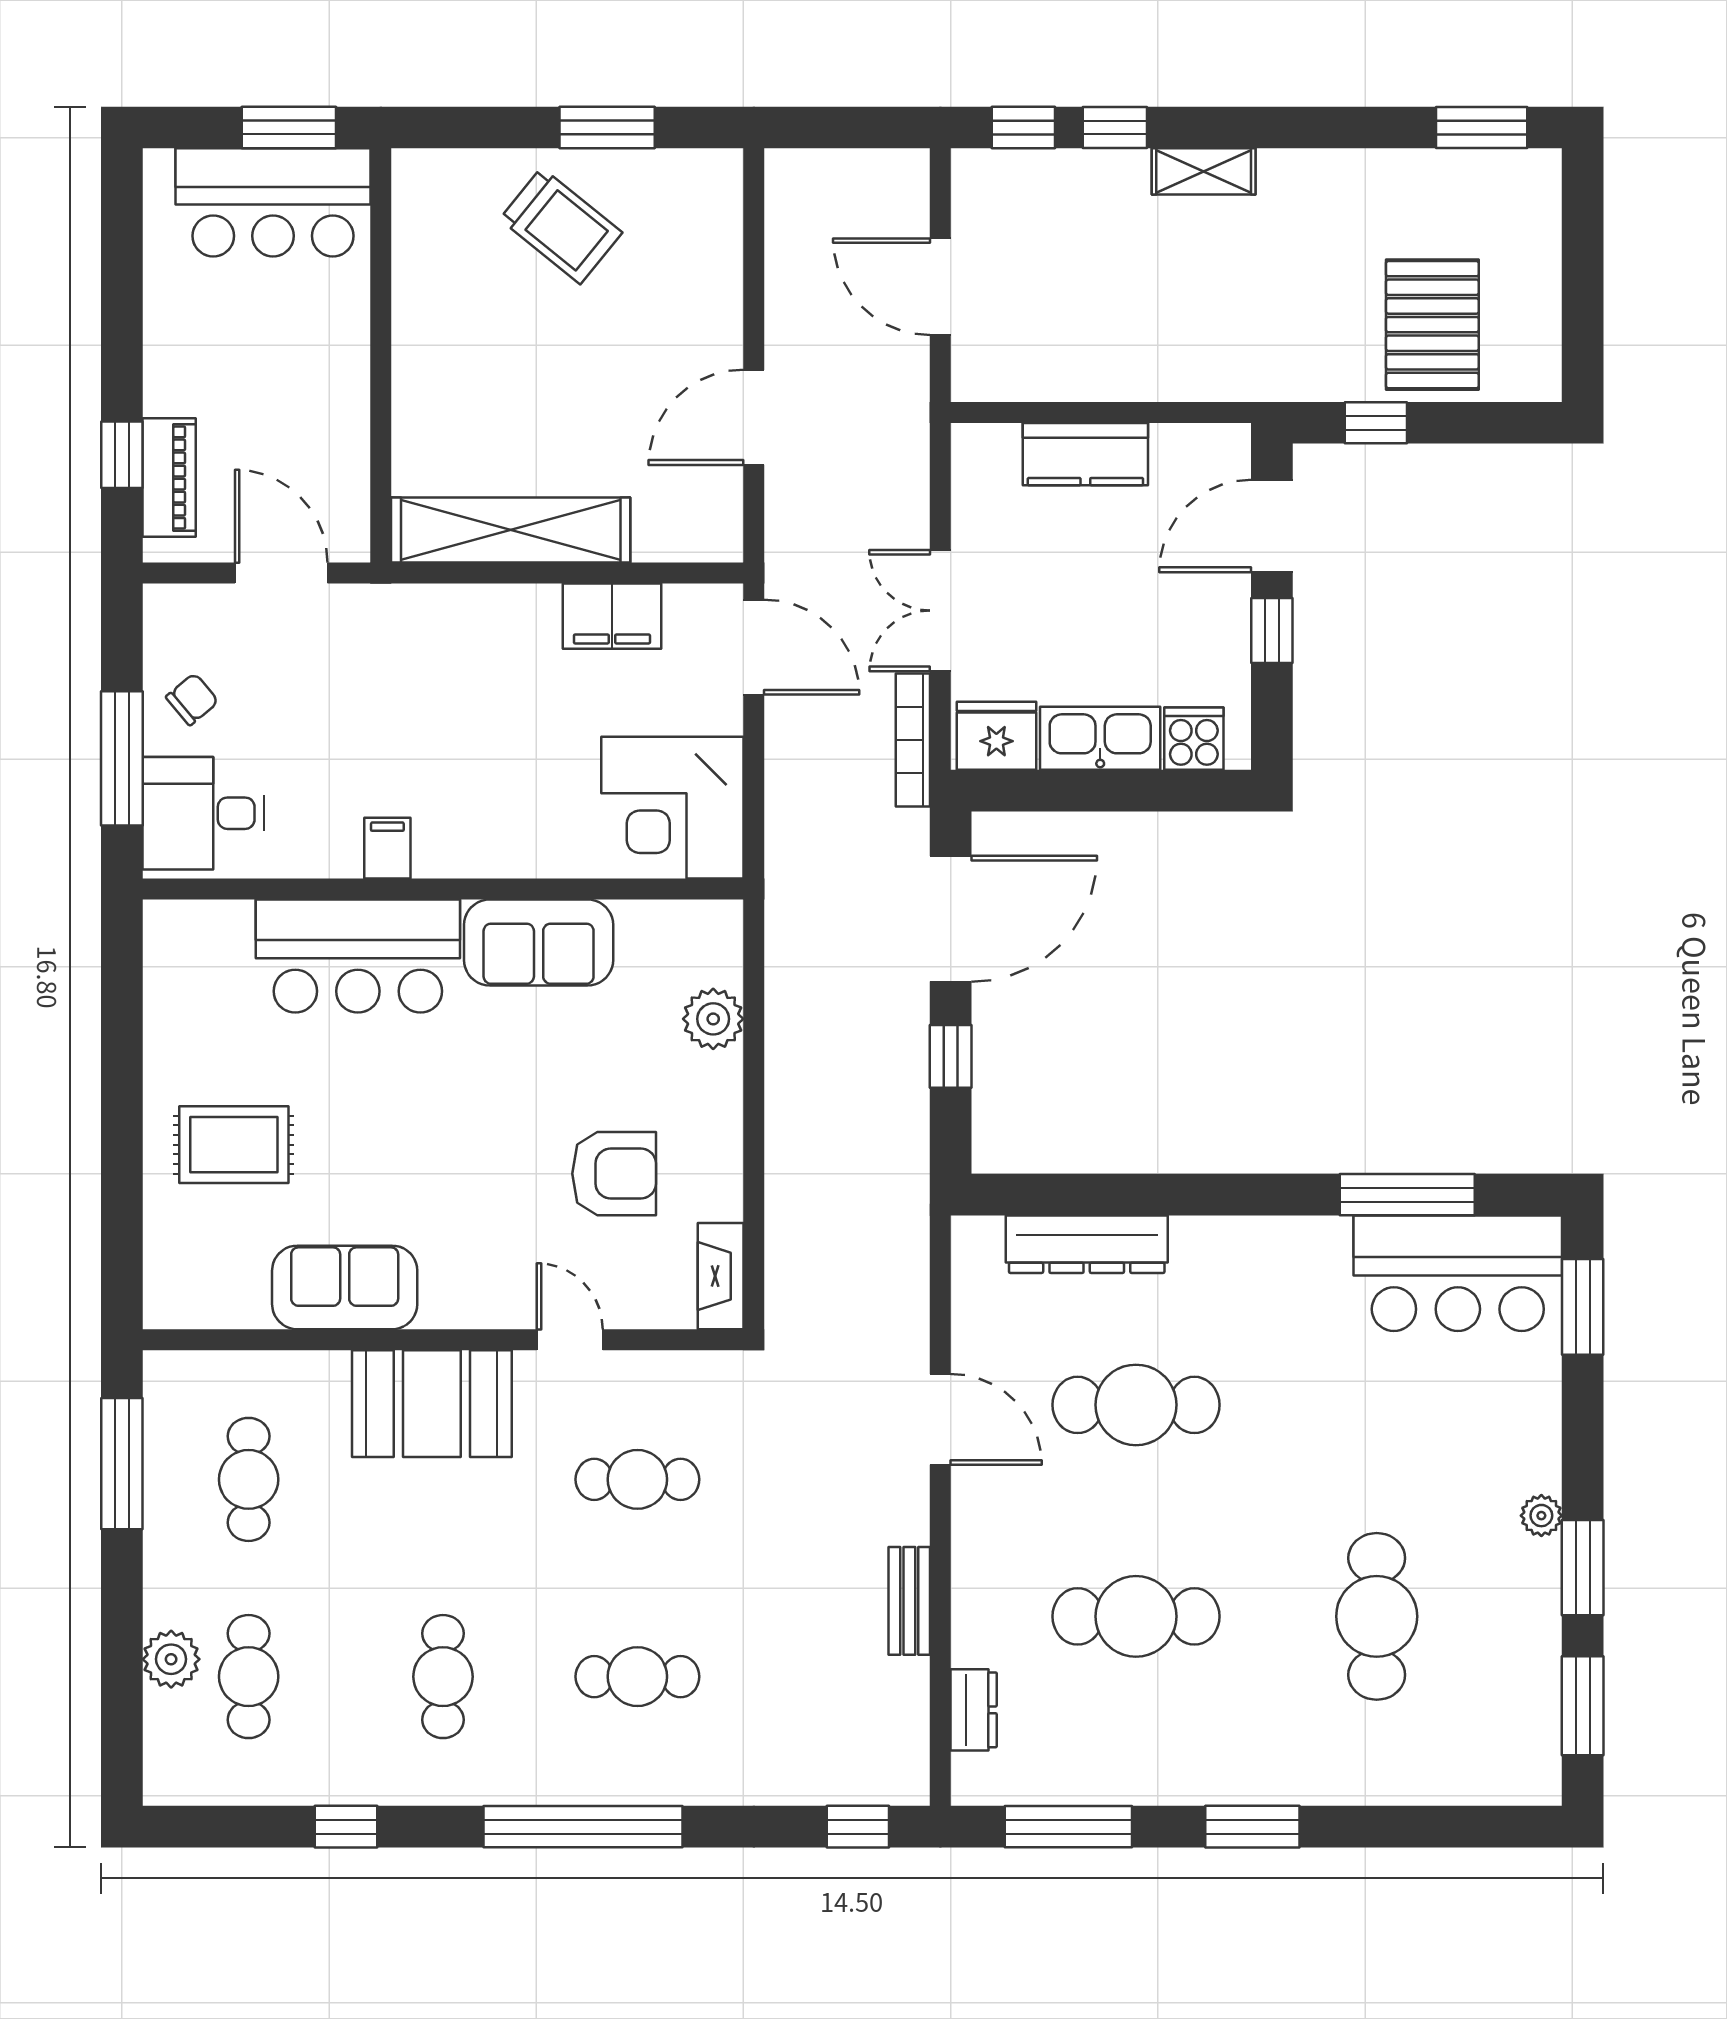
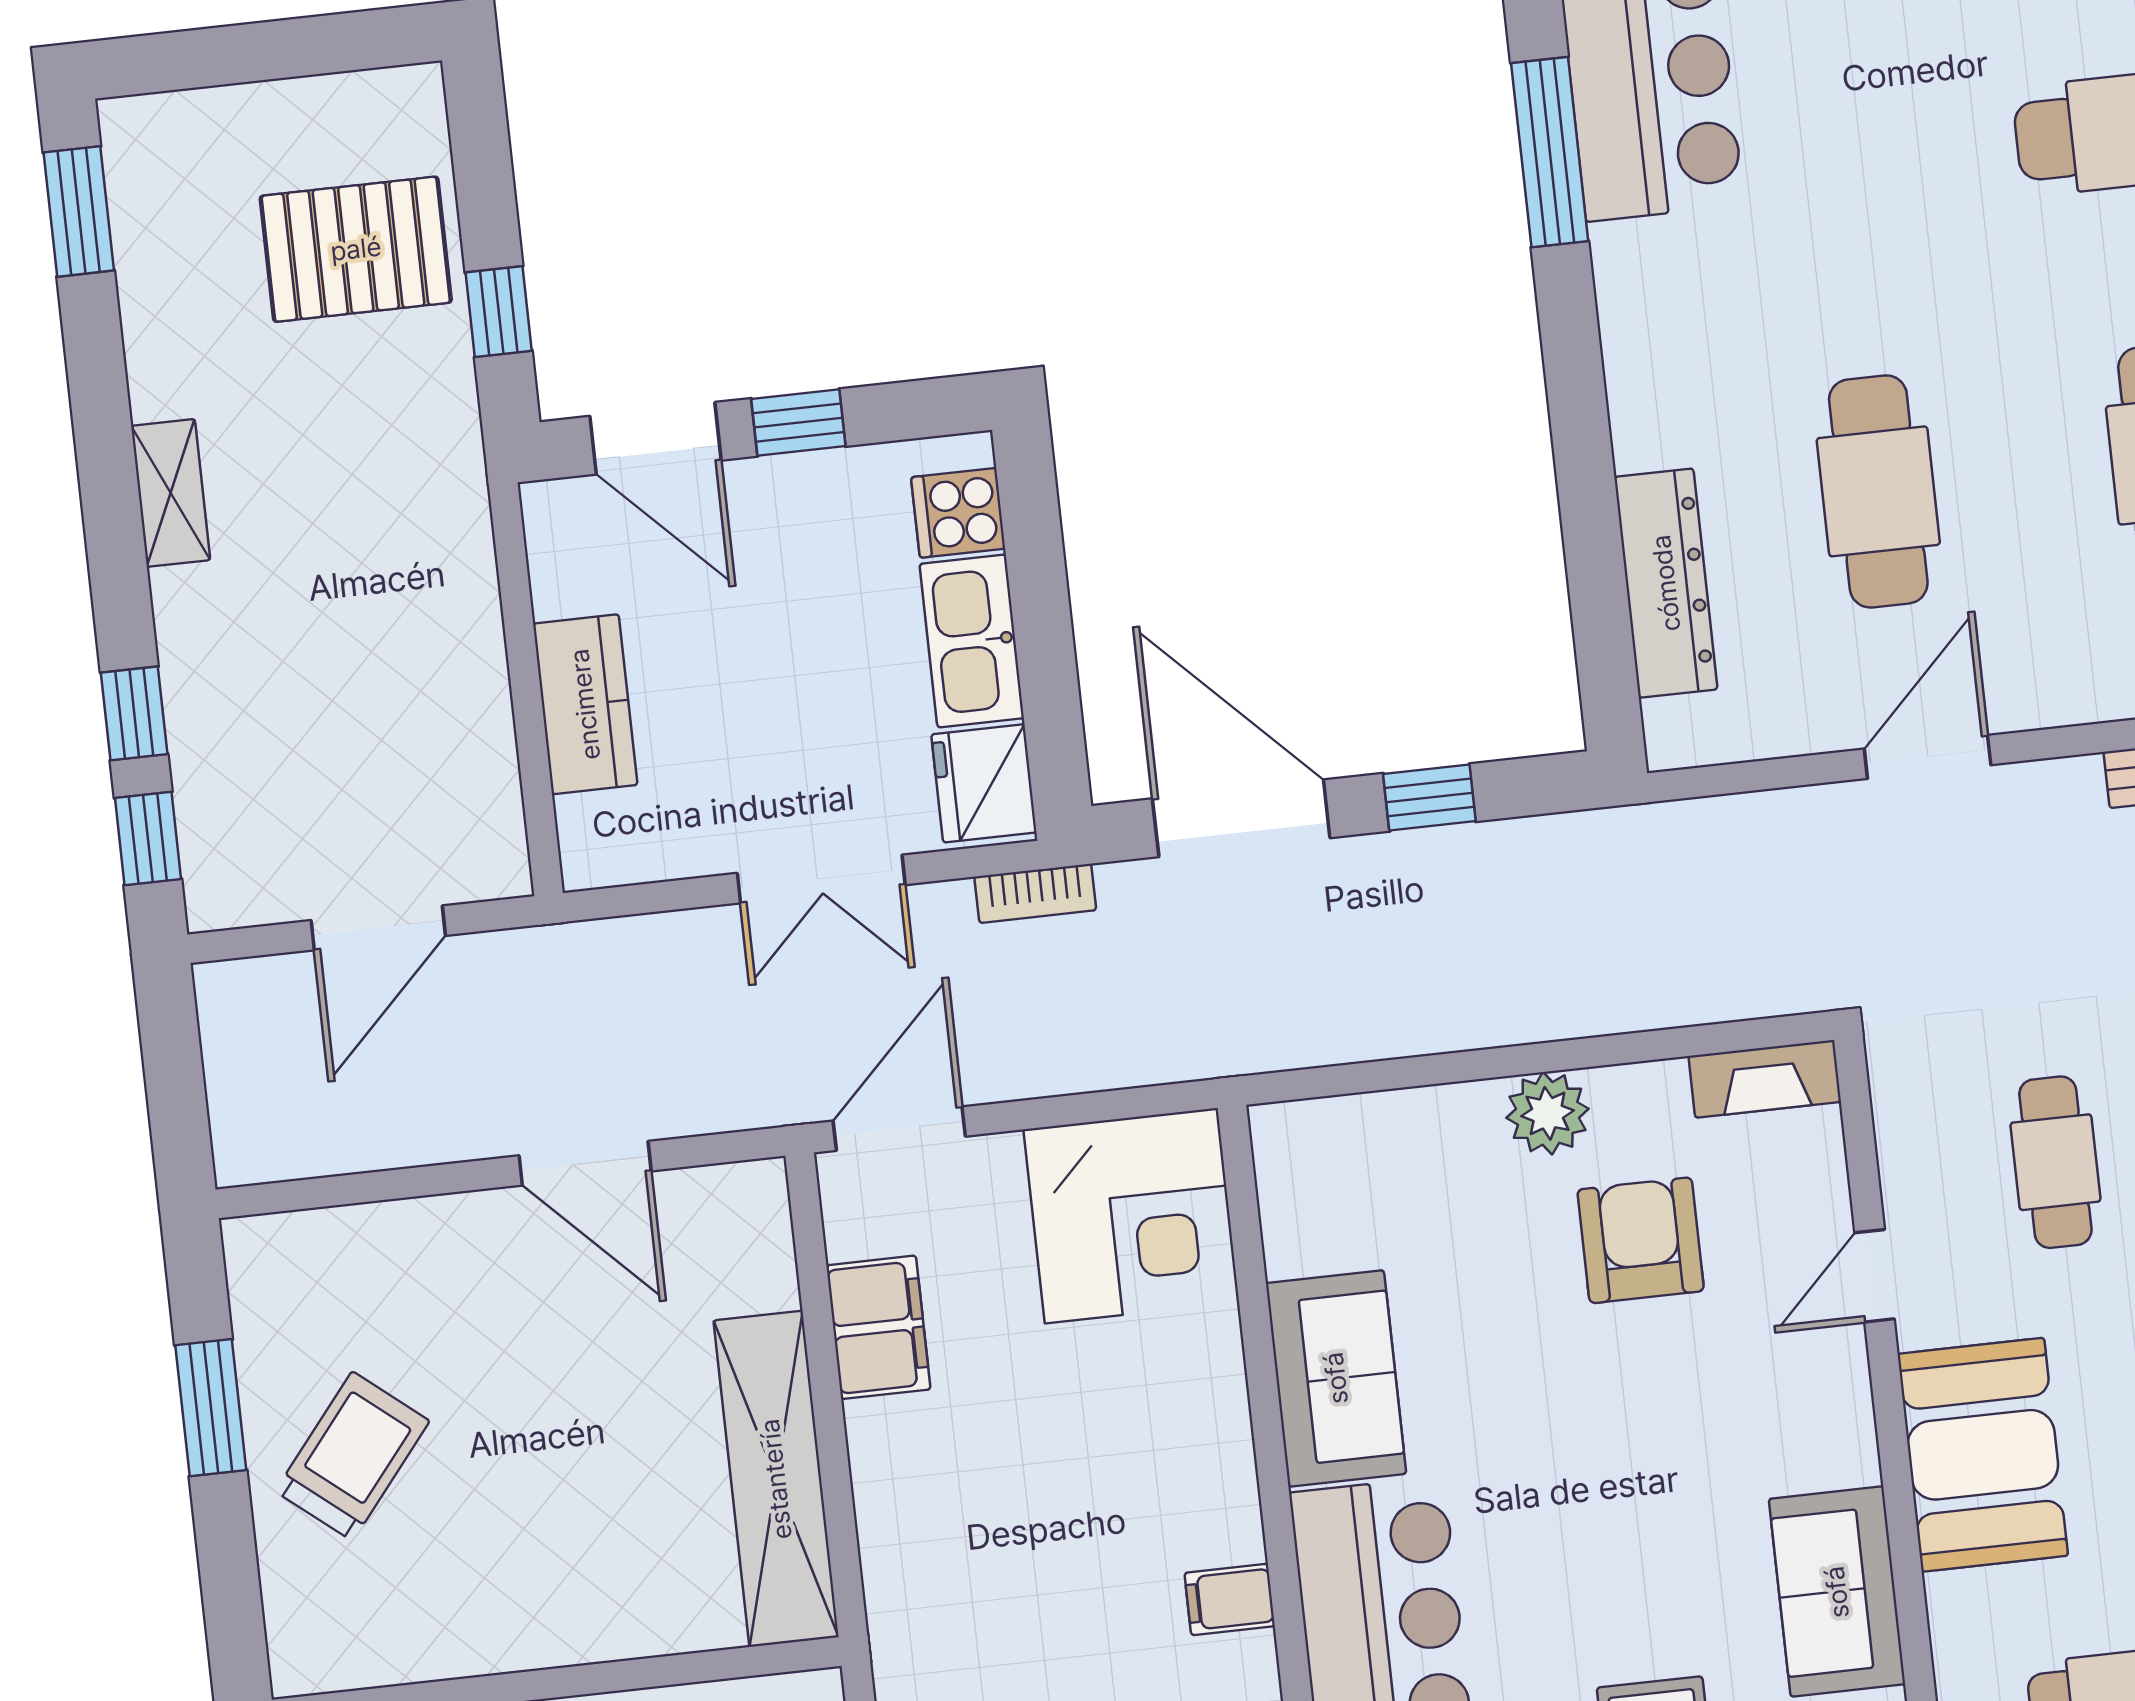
shelving: (1204, 171) -> (171, 493), moved
bookcase: (913, 740) -> (1035, 893), width x0.64
plant: (713, 1019) -> (1548, 1113), moved

